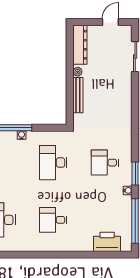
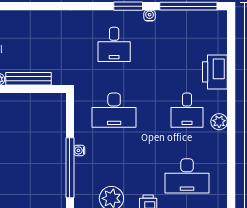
printer: (107, 242) -> (215, 72), moved
plant: (44, 245) -> (219, 122), added

